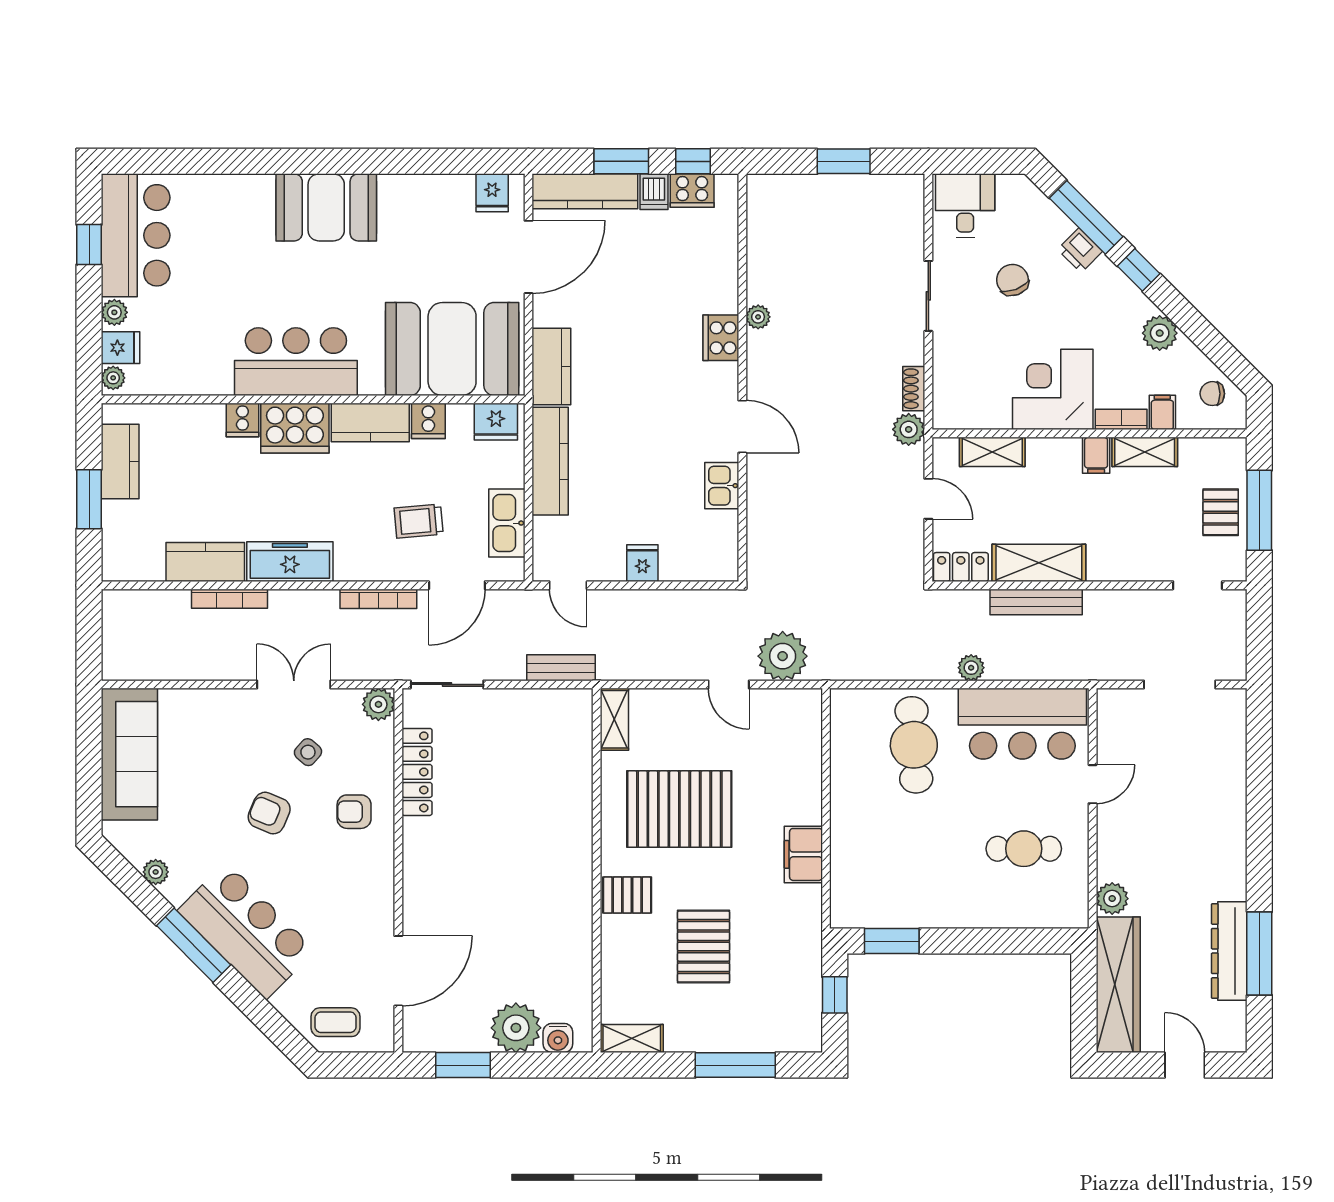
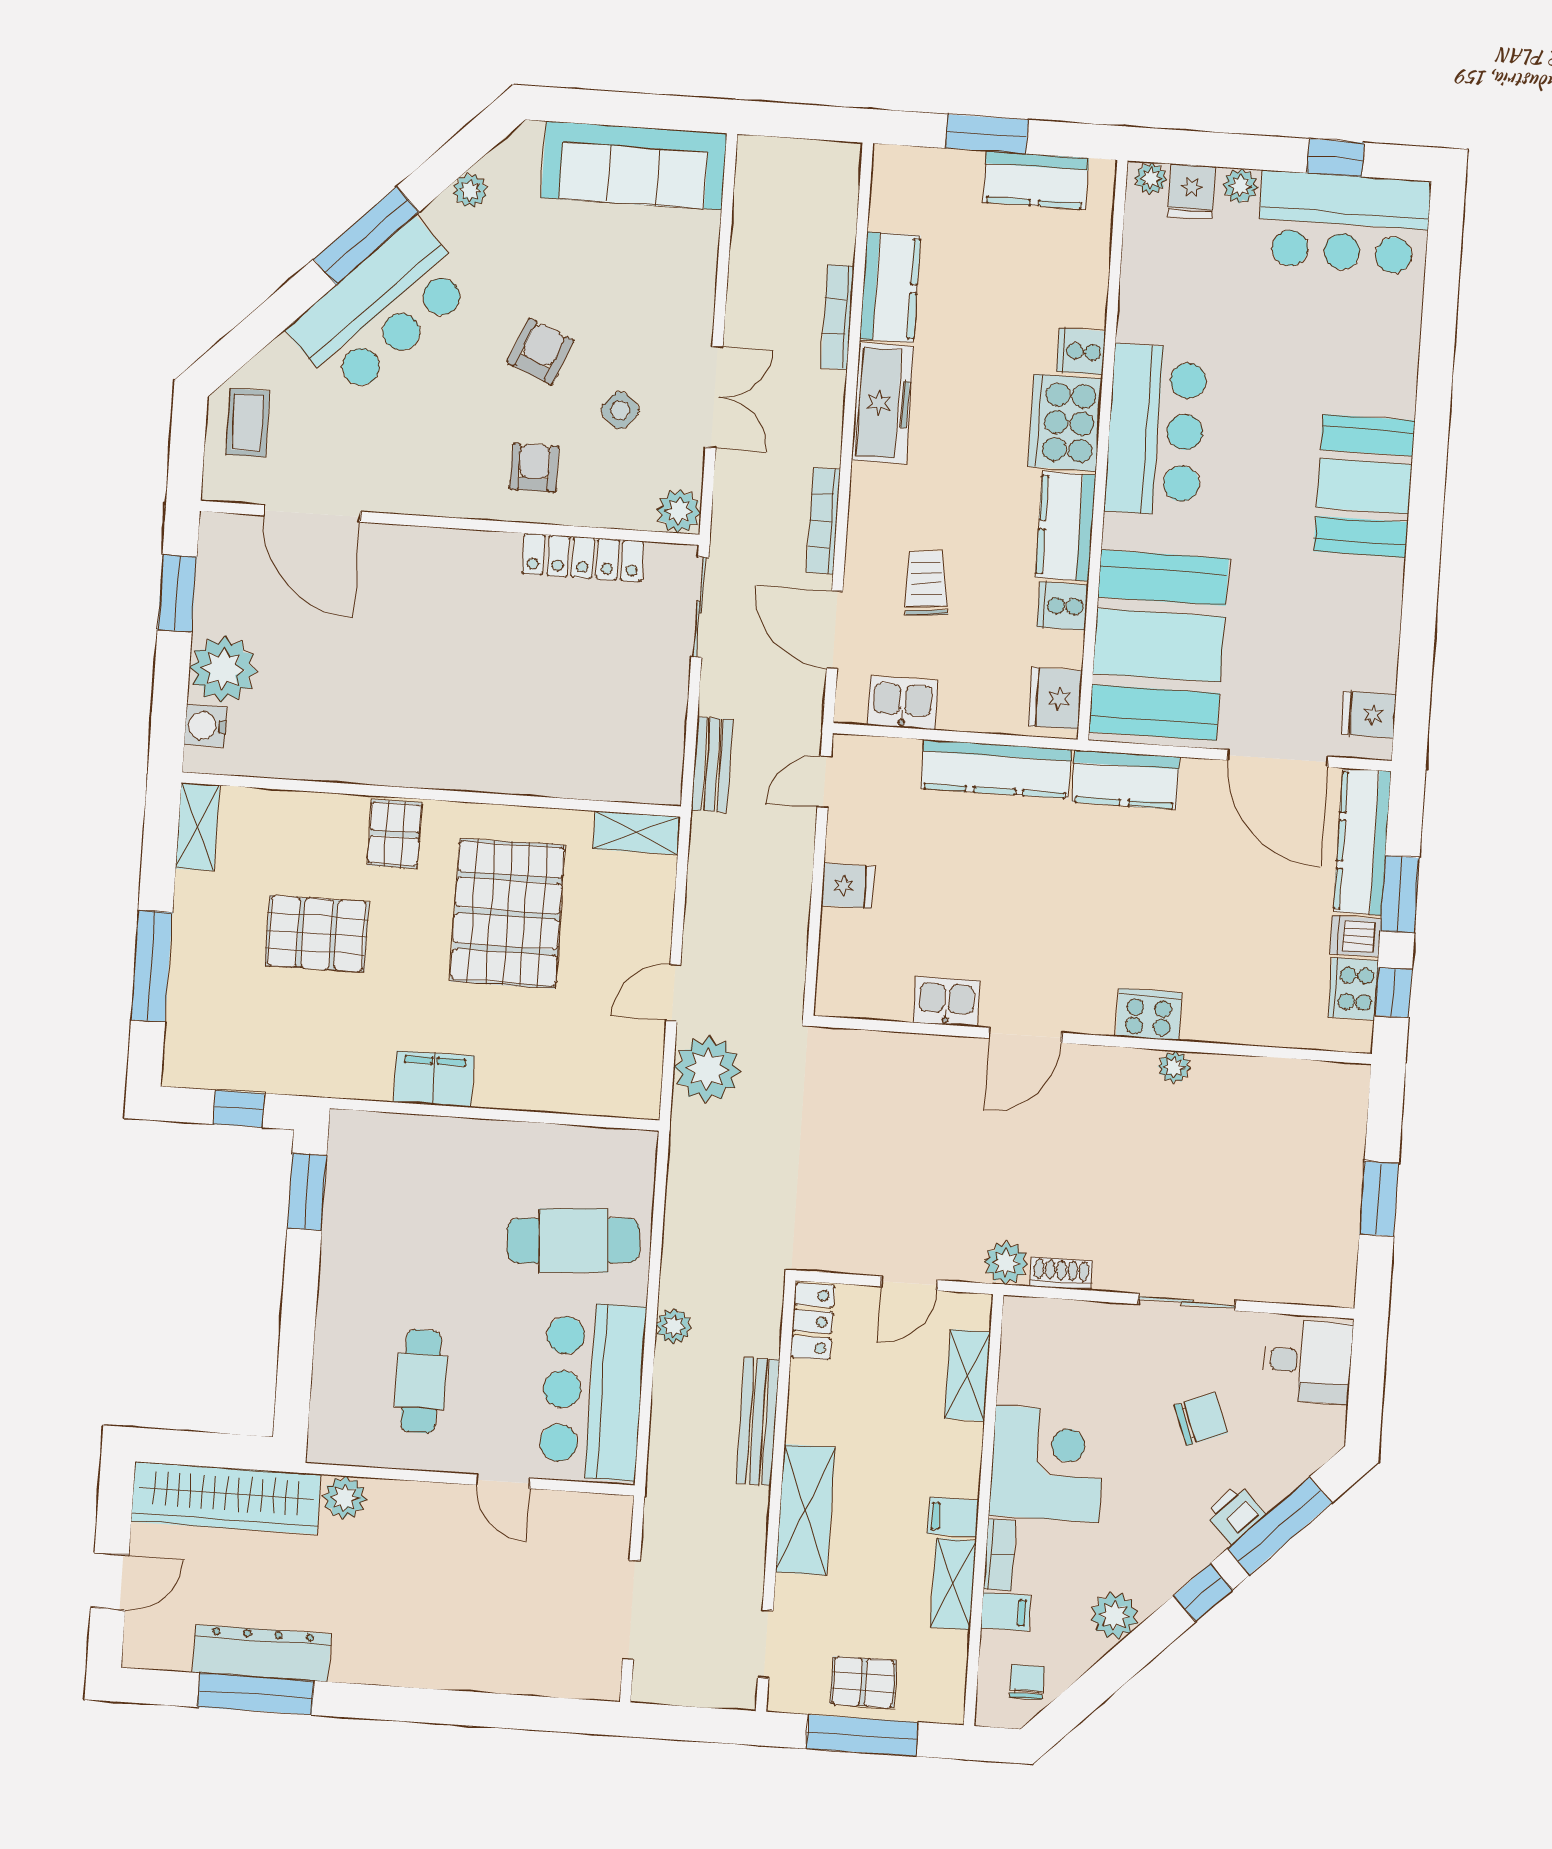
kitchen sink: (507, 523) -> (903, 703), width x0.73
shelving: (1039, 563) -> (805, 1510), moved

